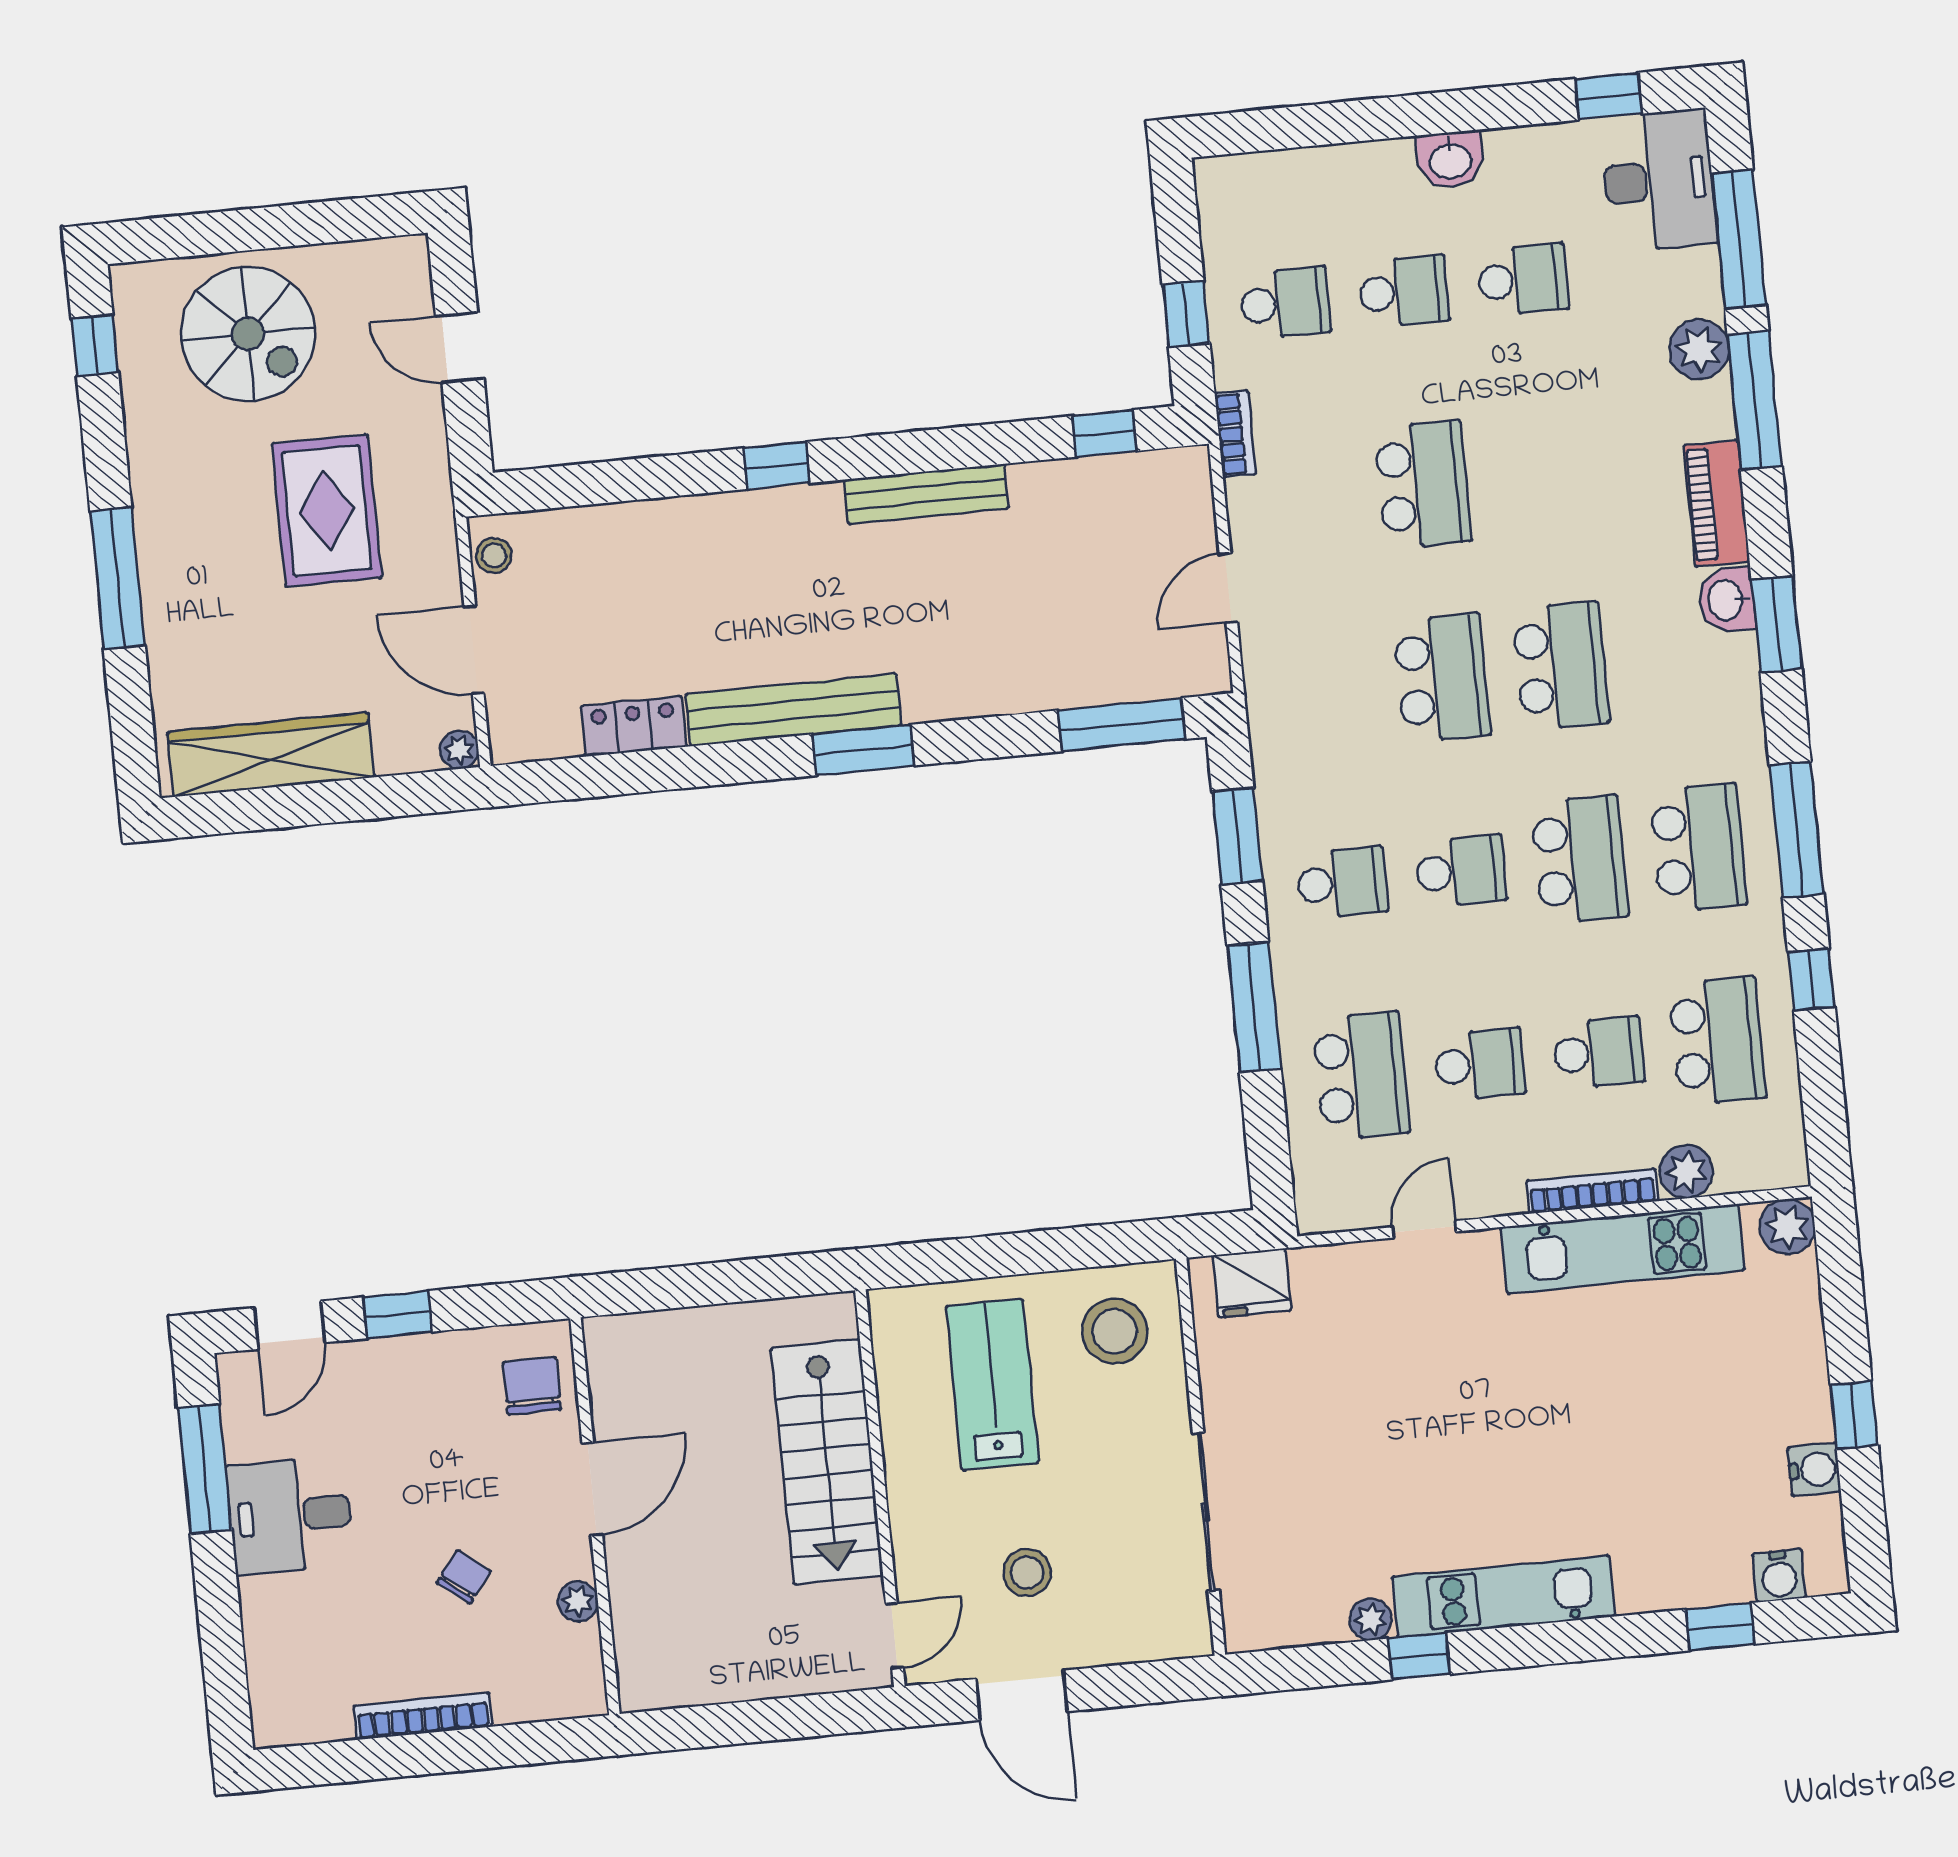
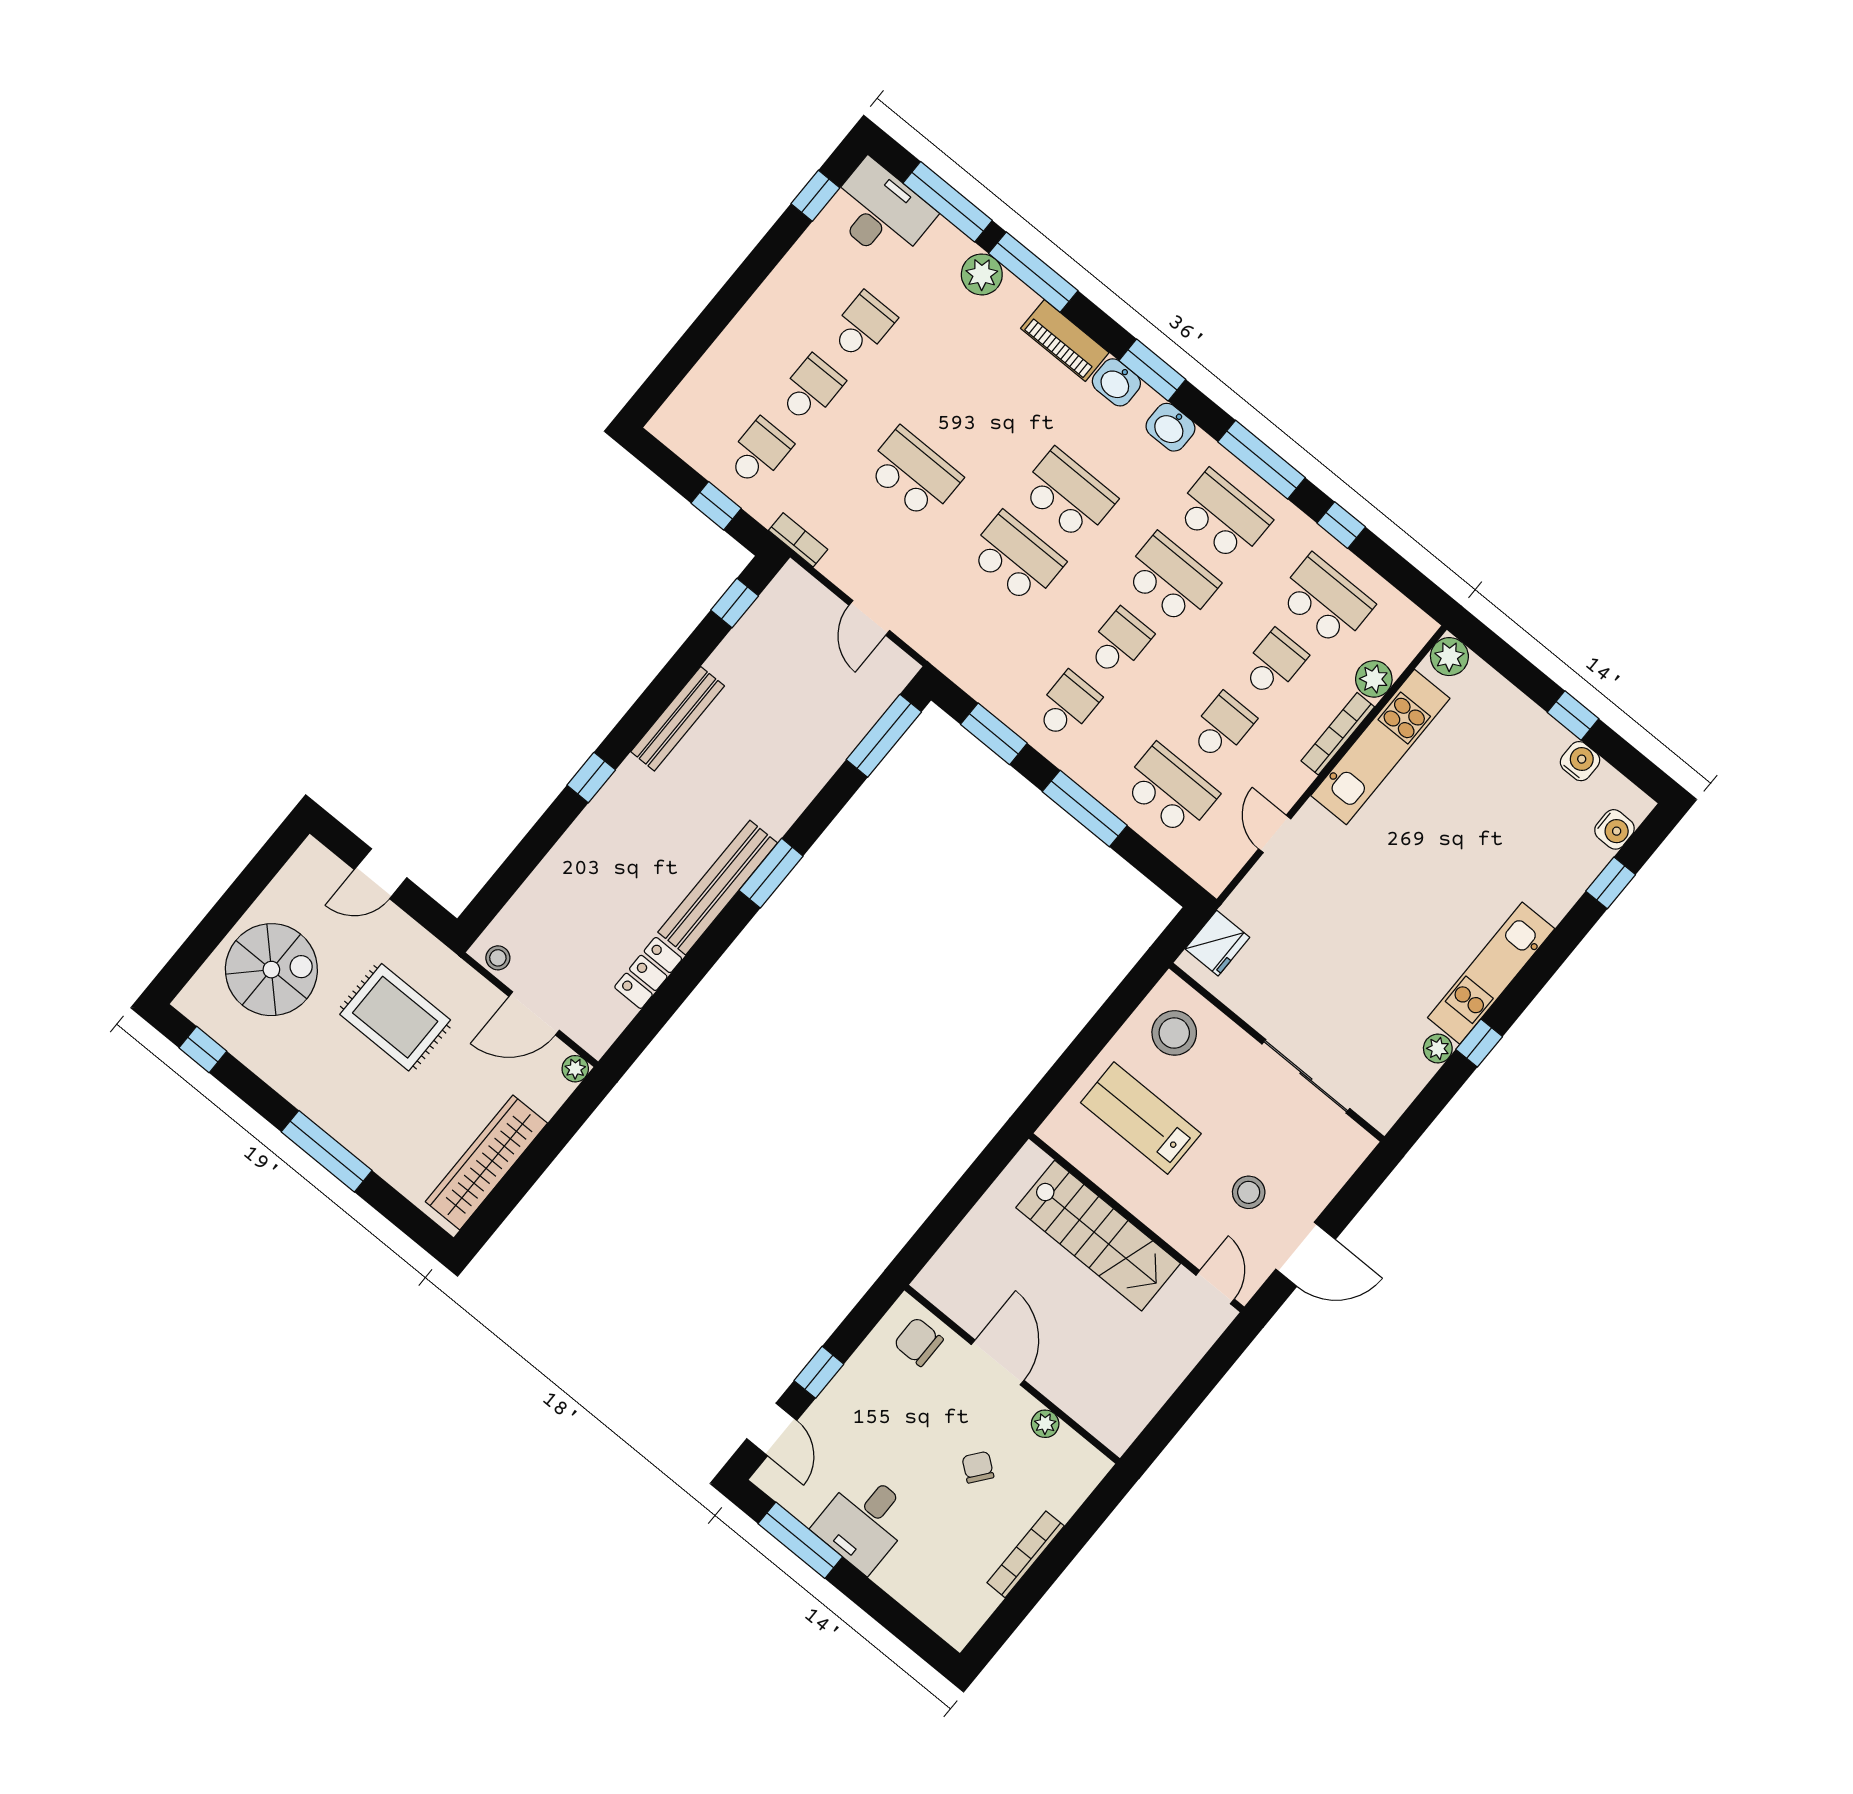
washbasin: (1450, 160) -> (1170, 427), moved, turned 90

